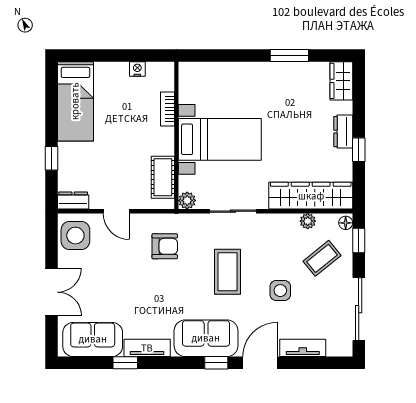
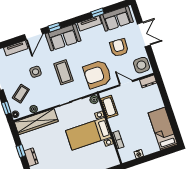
window: (51, 158) -> (165, 98), removed
armchair: (165, 246) -> (97, 74), width x1.88, depth x1.88
armchair: (107, 283) -> (119, 48), added
double door: (51, 292) -> (144, 35), swing flipped

